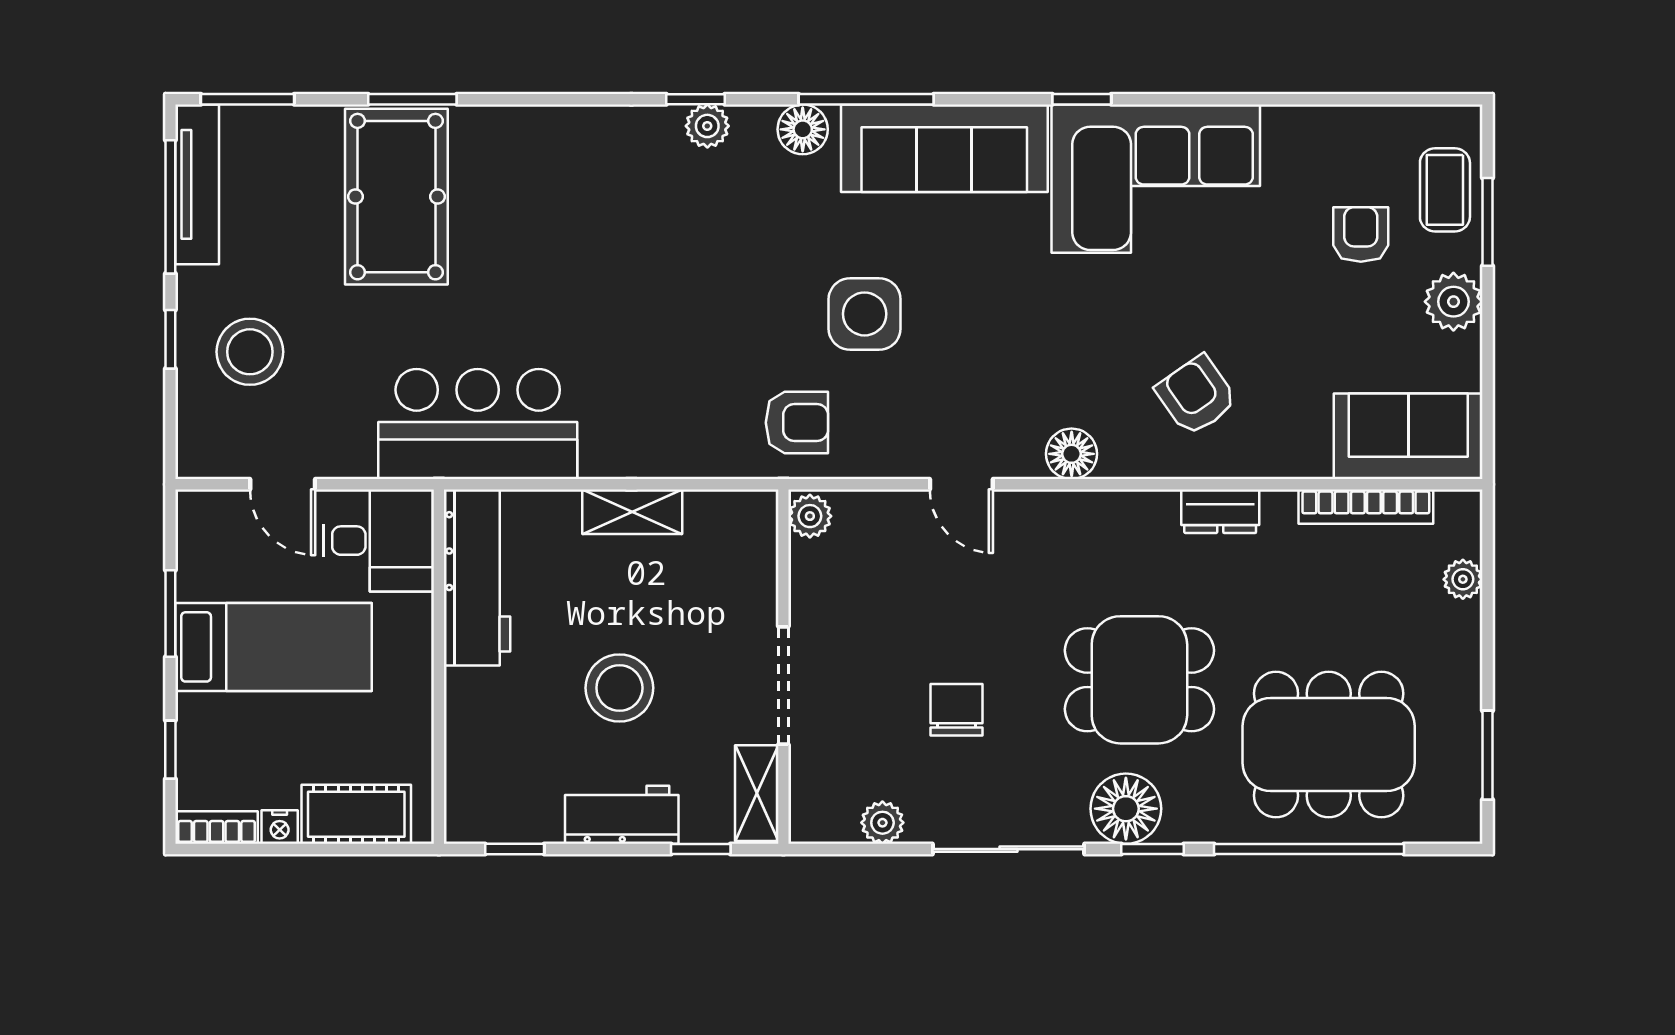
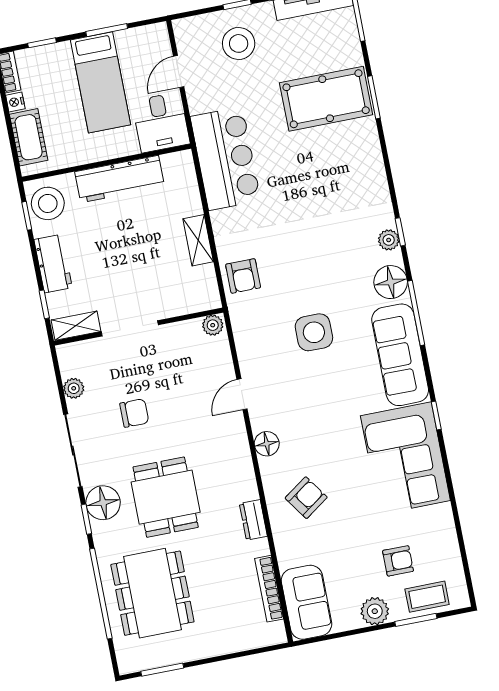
floor lamp: (803, 129) -> (391, 282), width x1.38, depth x1.38
armchair: (797, 423) -> (243, 276), moved
workbench: (477, 578) -> (120, 179), moved
plant: (1463, 579) -> (244, 642), removed
stool: (619, 688) -> (48, 203), moved

